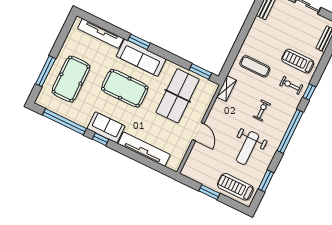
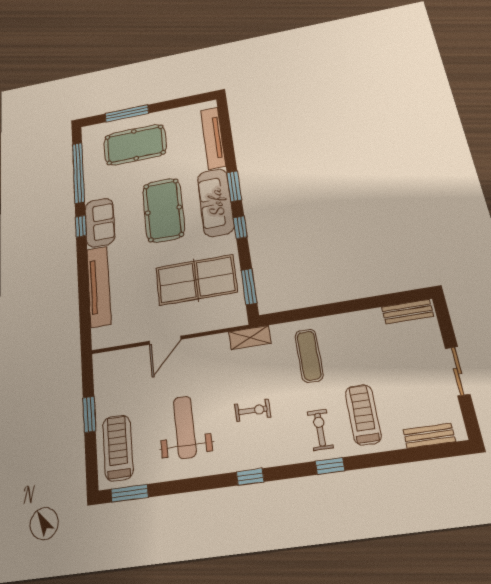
window: (165, 54) -> (240, 227), added
window: (290, 131) -> (250, 477), width x0.32
weight bench: (248, 148) -> (185, 427), turned 90
window: (266, 181) -> (130, 493), moved

